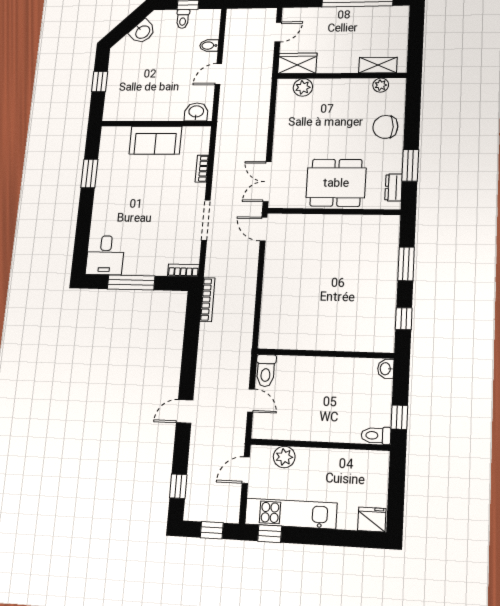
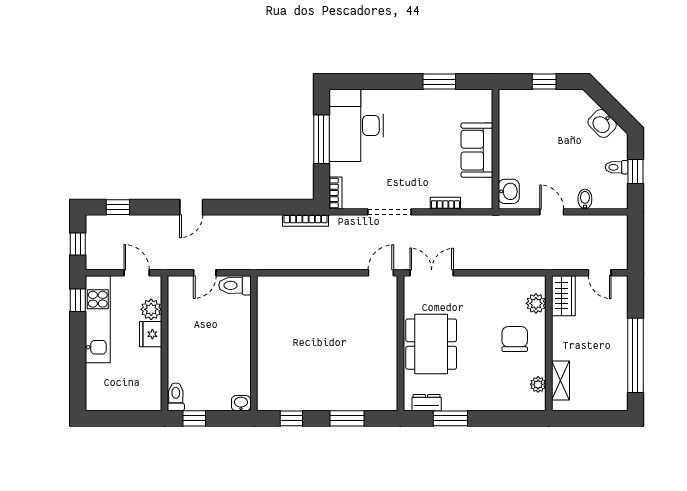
chair: (385, 127) -> (515, 339), moved
desk: (105, 255) -> (356, 125), width x1.87, depth x1.30
door: (185, 411) -> (191, 207), swing flipped
fridge: (372, 520) -> (151, 334), moved, turned 180

